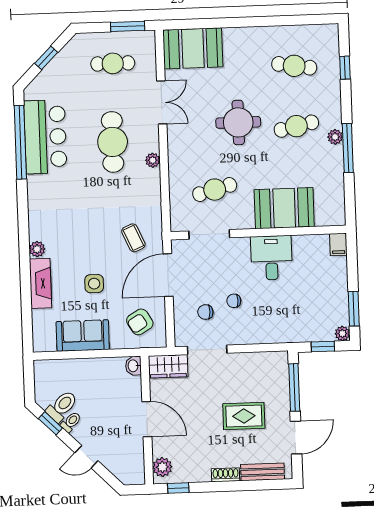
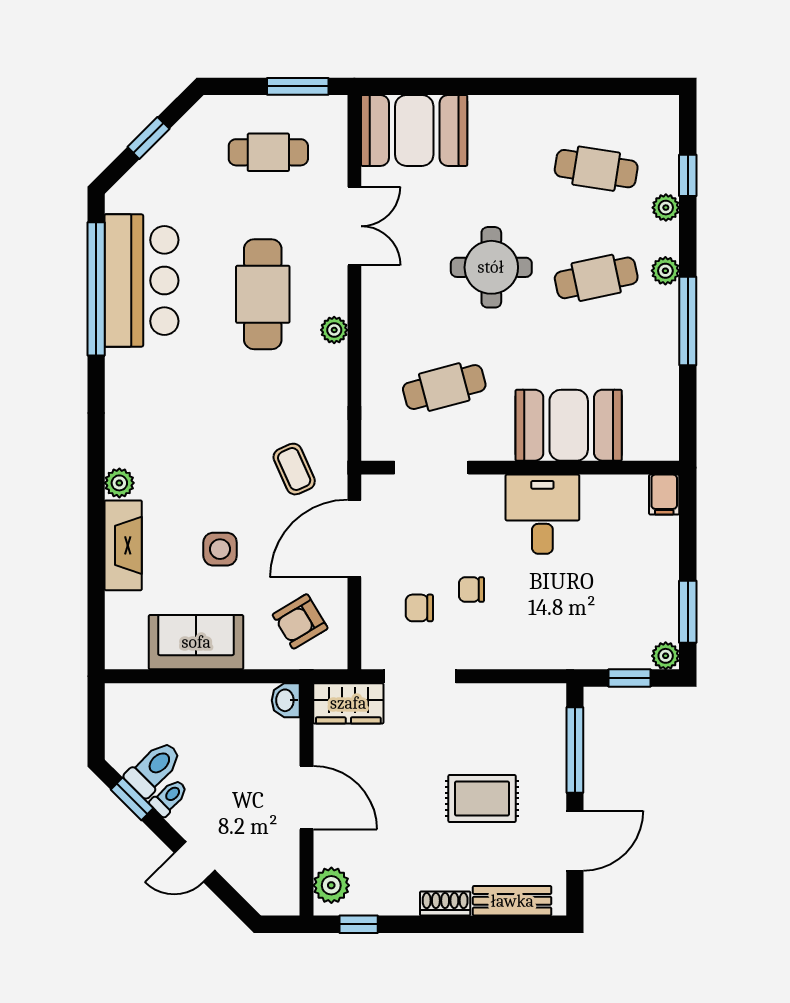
plant: (333, 86) -> (666, 208), added
plant: (335, 137) -> (665, 271), moved

